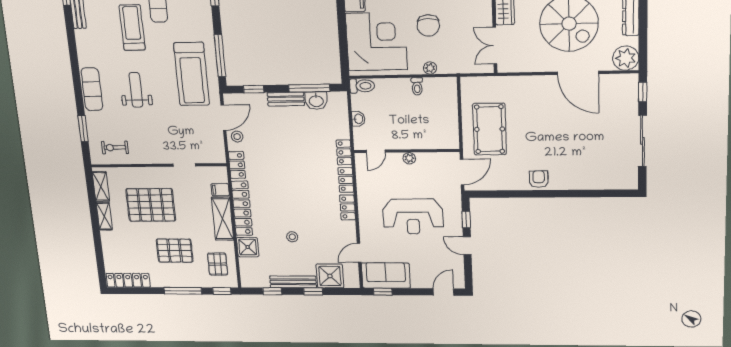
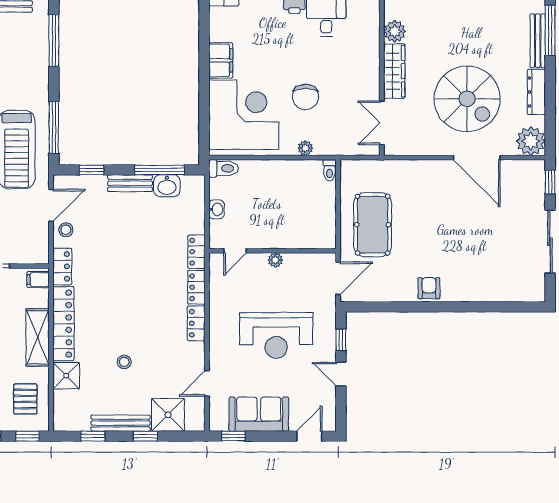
toilet: (417, 86) -> (330, 170), moved
filing cabinet: (220, 190) -> (38, 280), moved
sofa: (386, 276) -> (259, 414), moved

